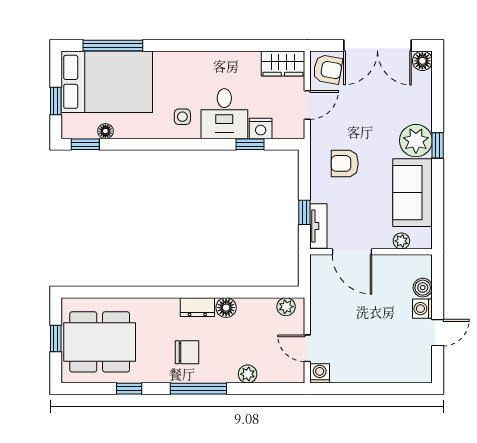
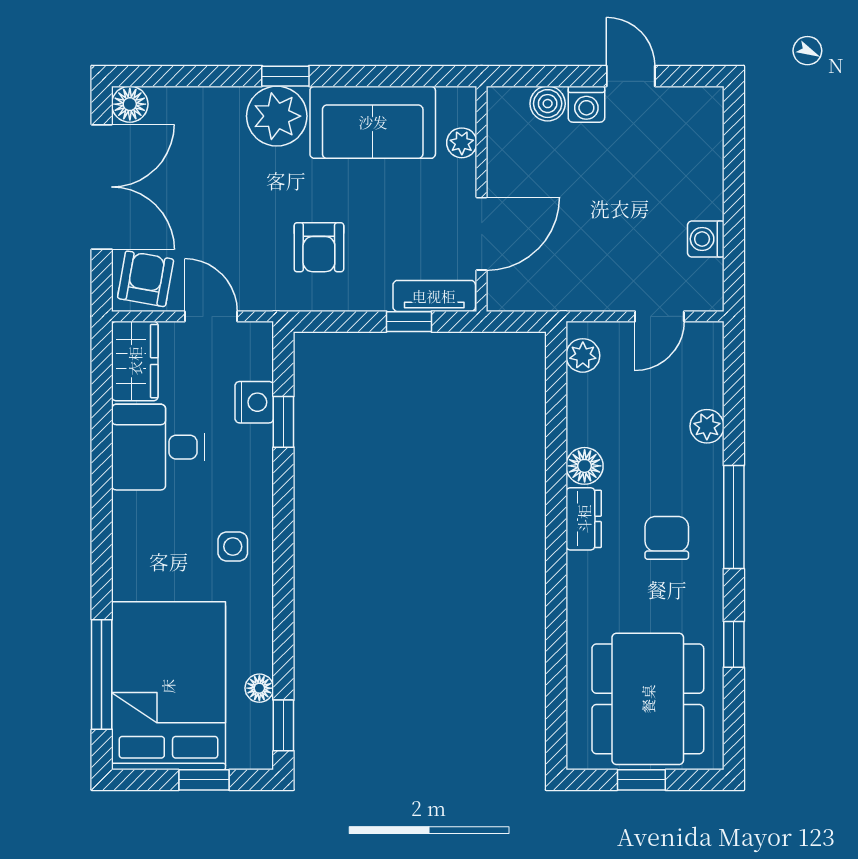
desk: (224, 114) -> (158, 447), moved, turned 180
washing machine: (320, 373) -> (706, 239), moved

